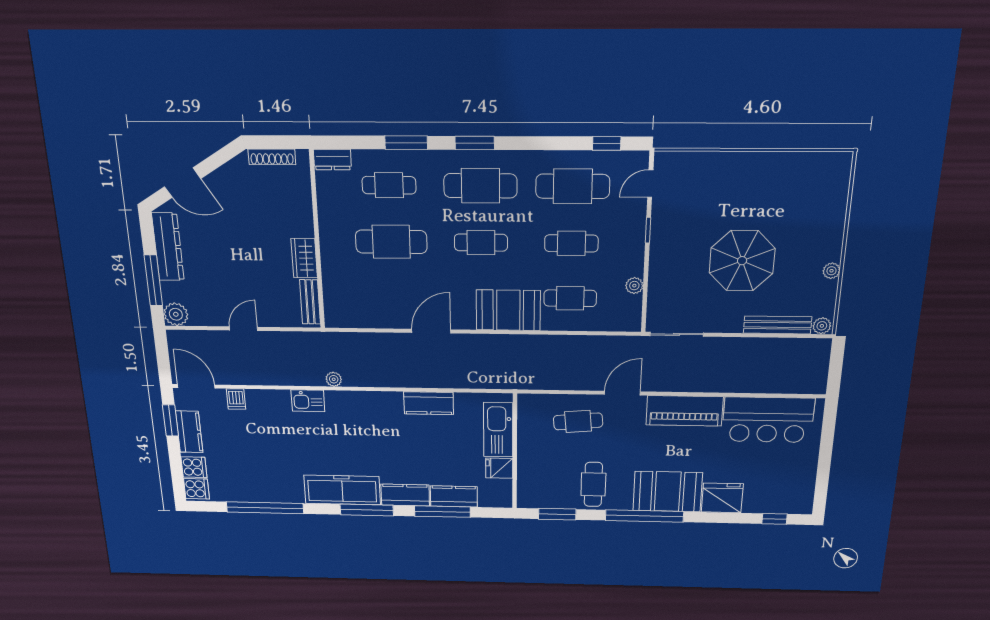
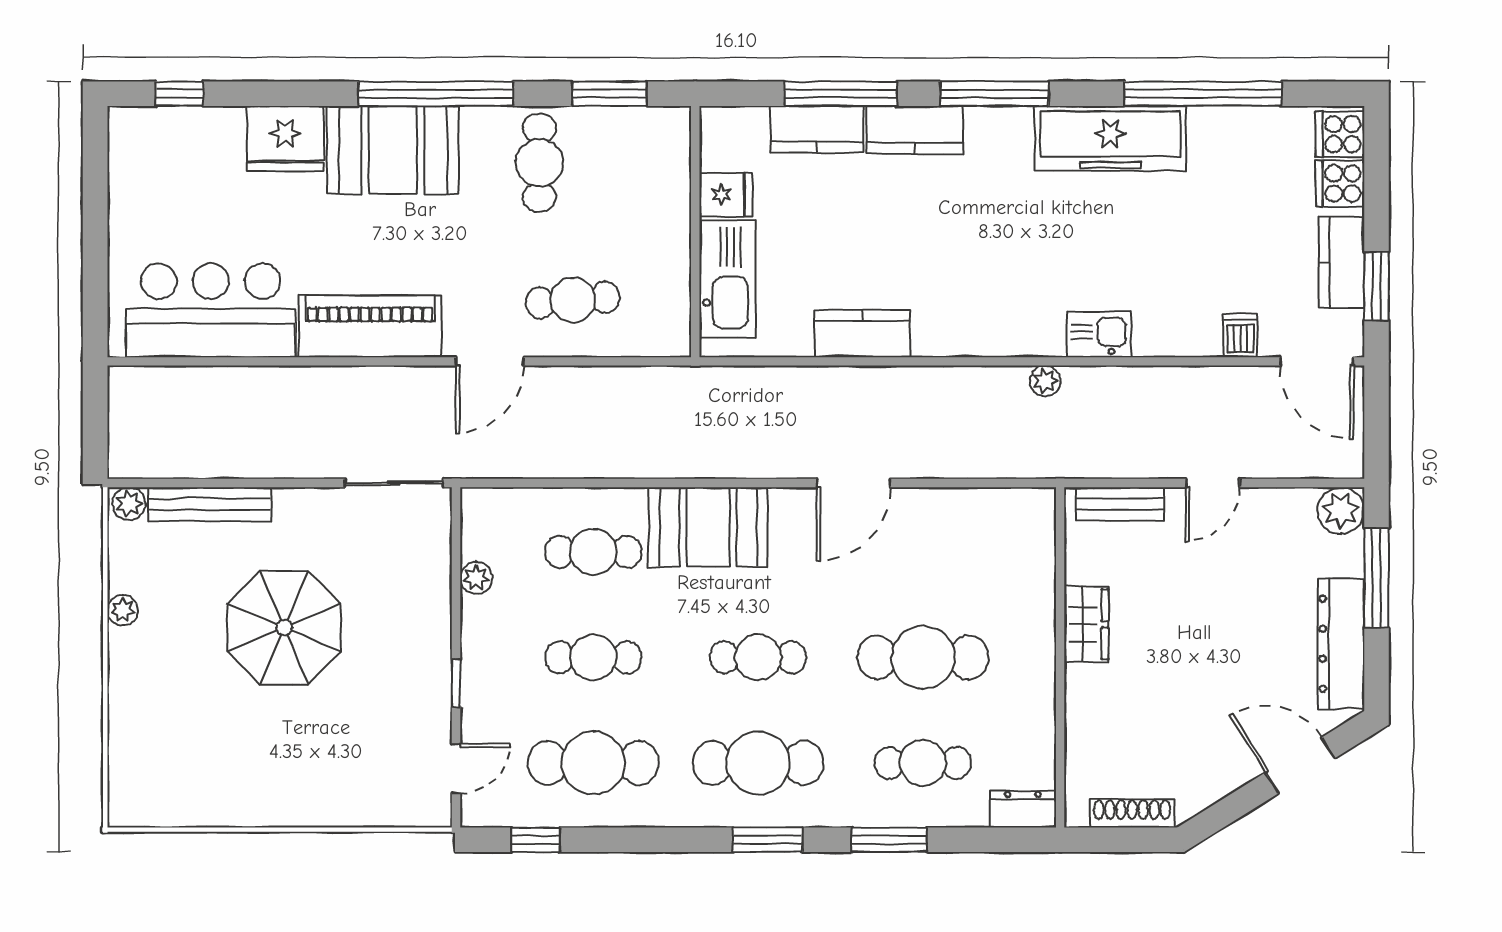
bench: (310, 302) -> (1120, 504), moved, turned 90
freezer: (342, 490) -> (1110, 138), moved

